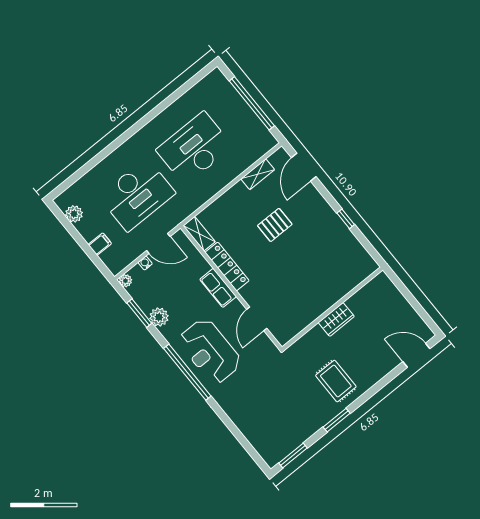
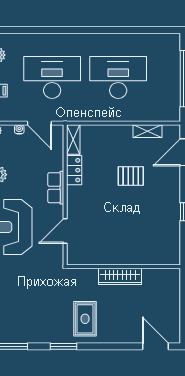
desk: (137, 195) -> (52, 77), turned 180
locker: (227, 267) -> (74, 170), width x0.66
wardrobe: (336, 319) -> (120, 276), width x1.50

